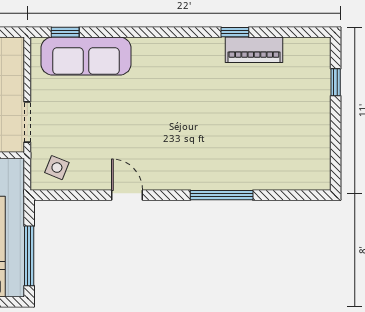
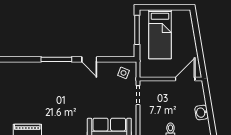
window: (222, 195) -> (56, 59), moved

